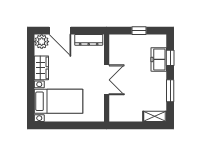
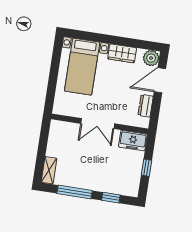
dresser: (89, 40) -> (146, 106), width x0.70
freezer: (159, 59) -> (133, 141), moved, turned 180
window: (170, 91) -> (75, 192), width x1.44

